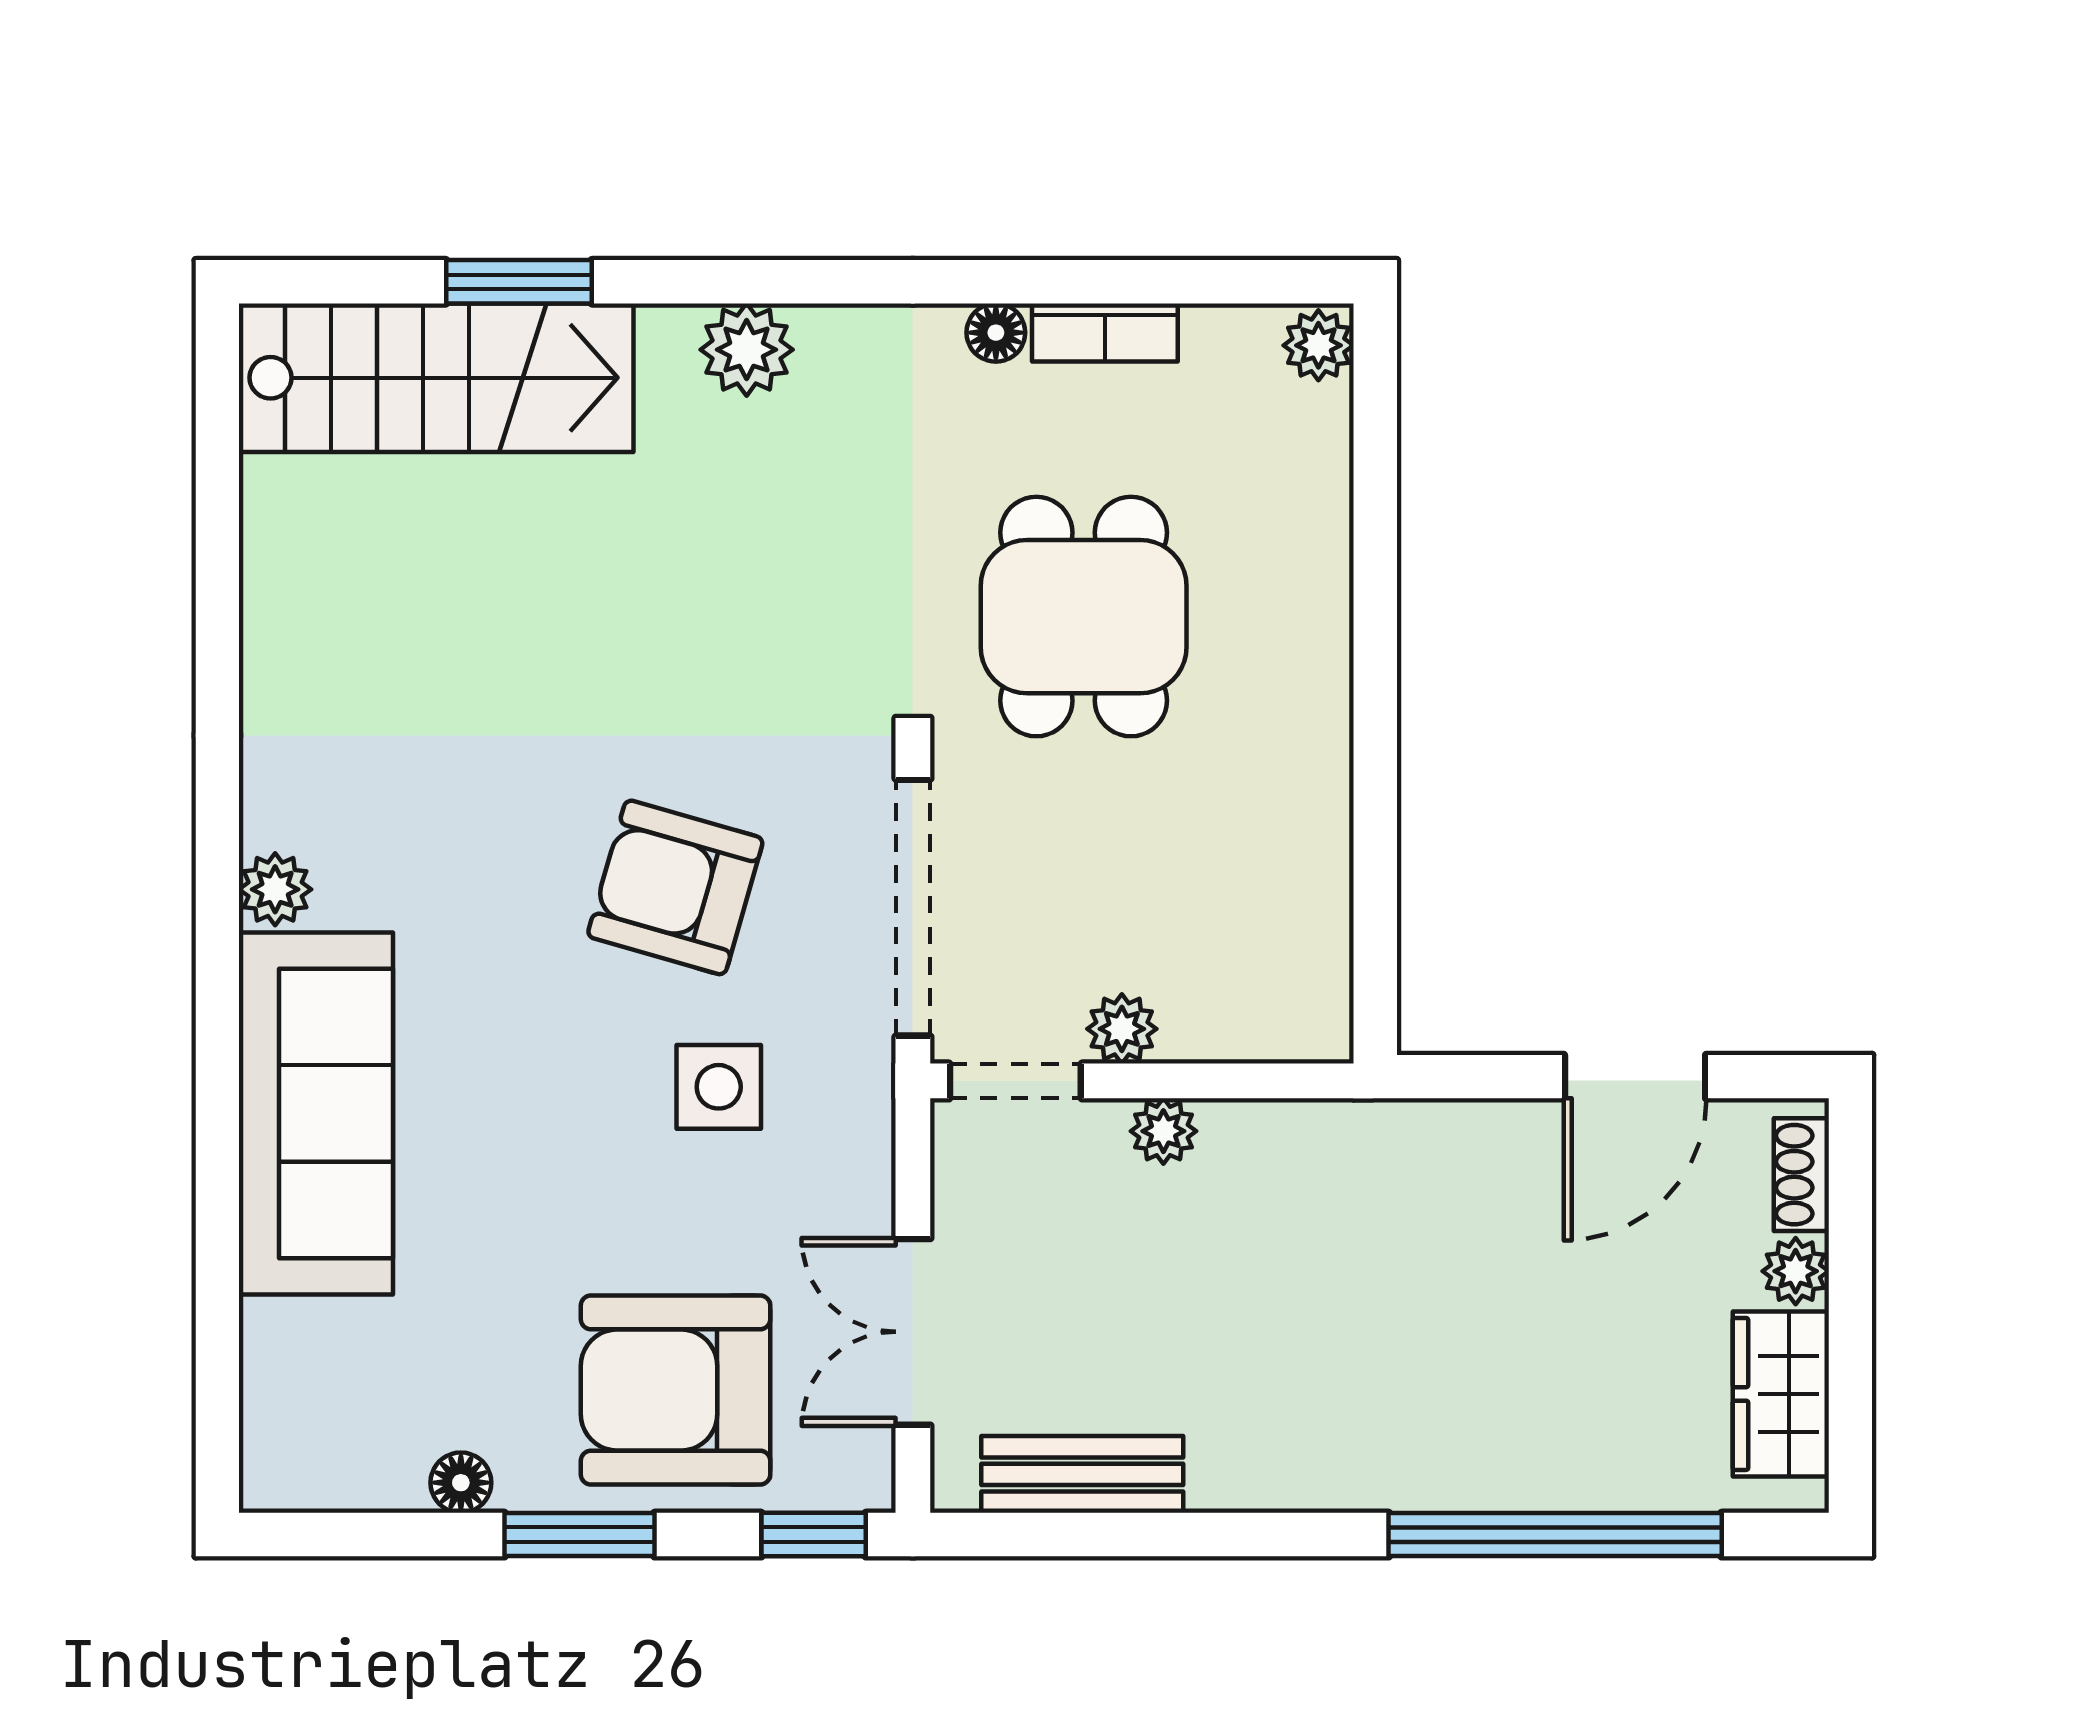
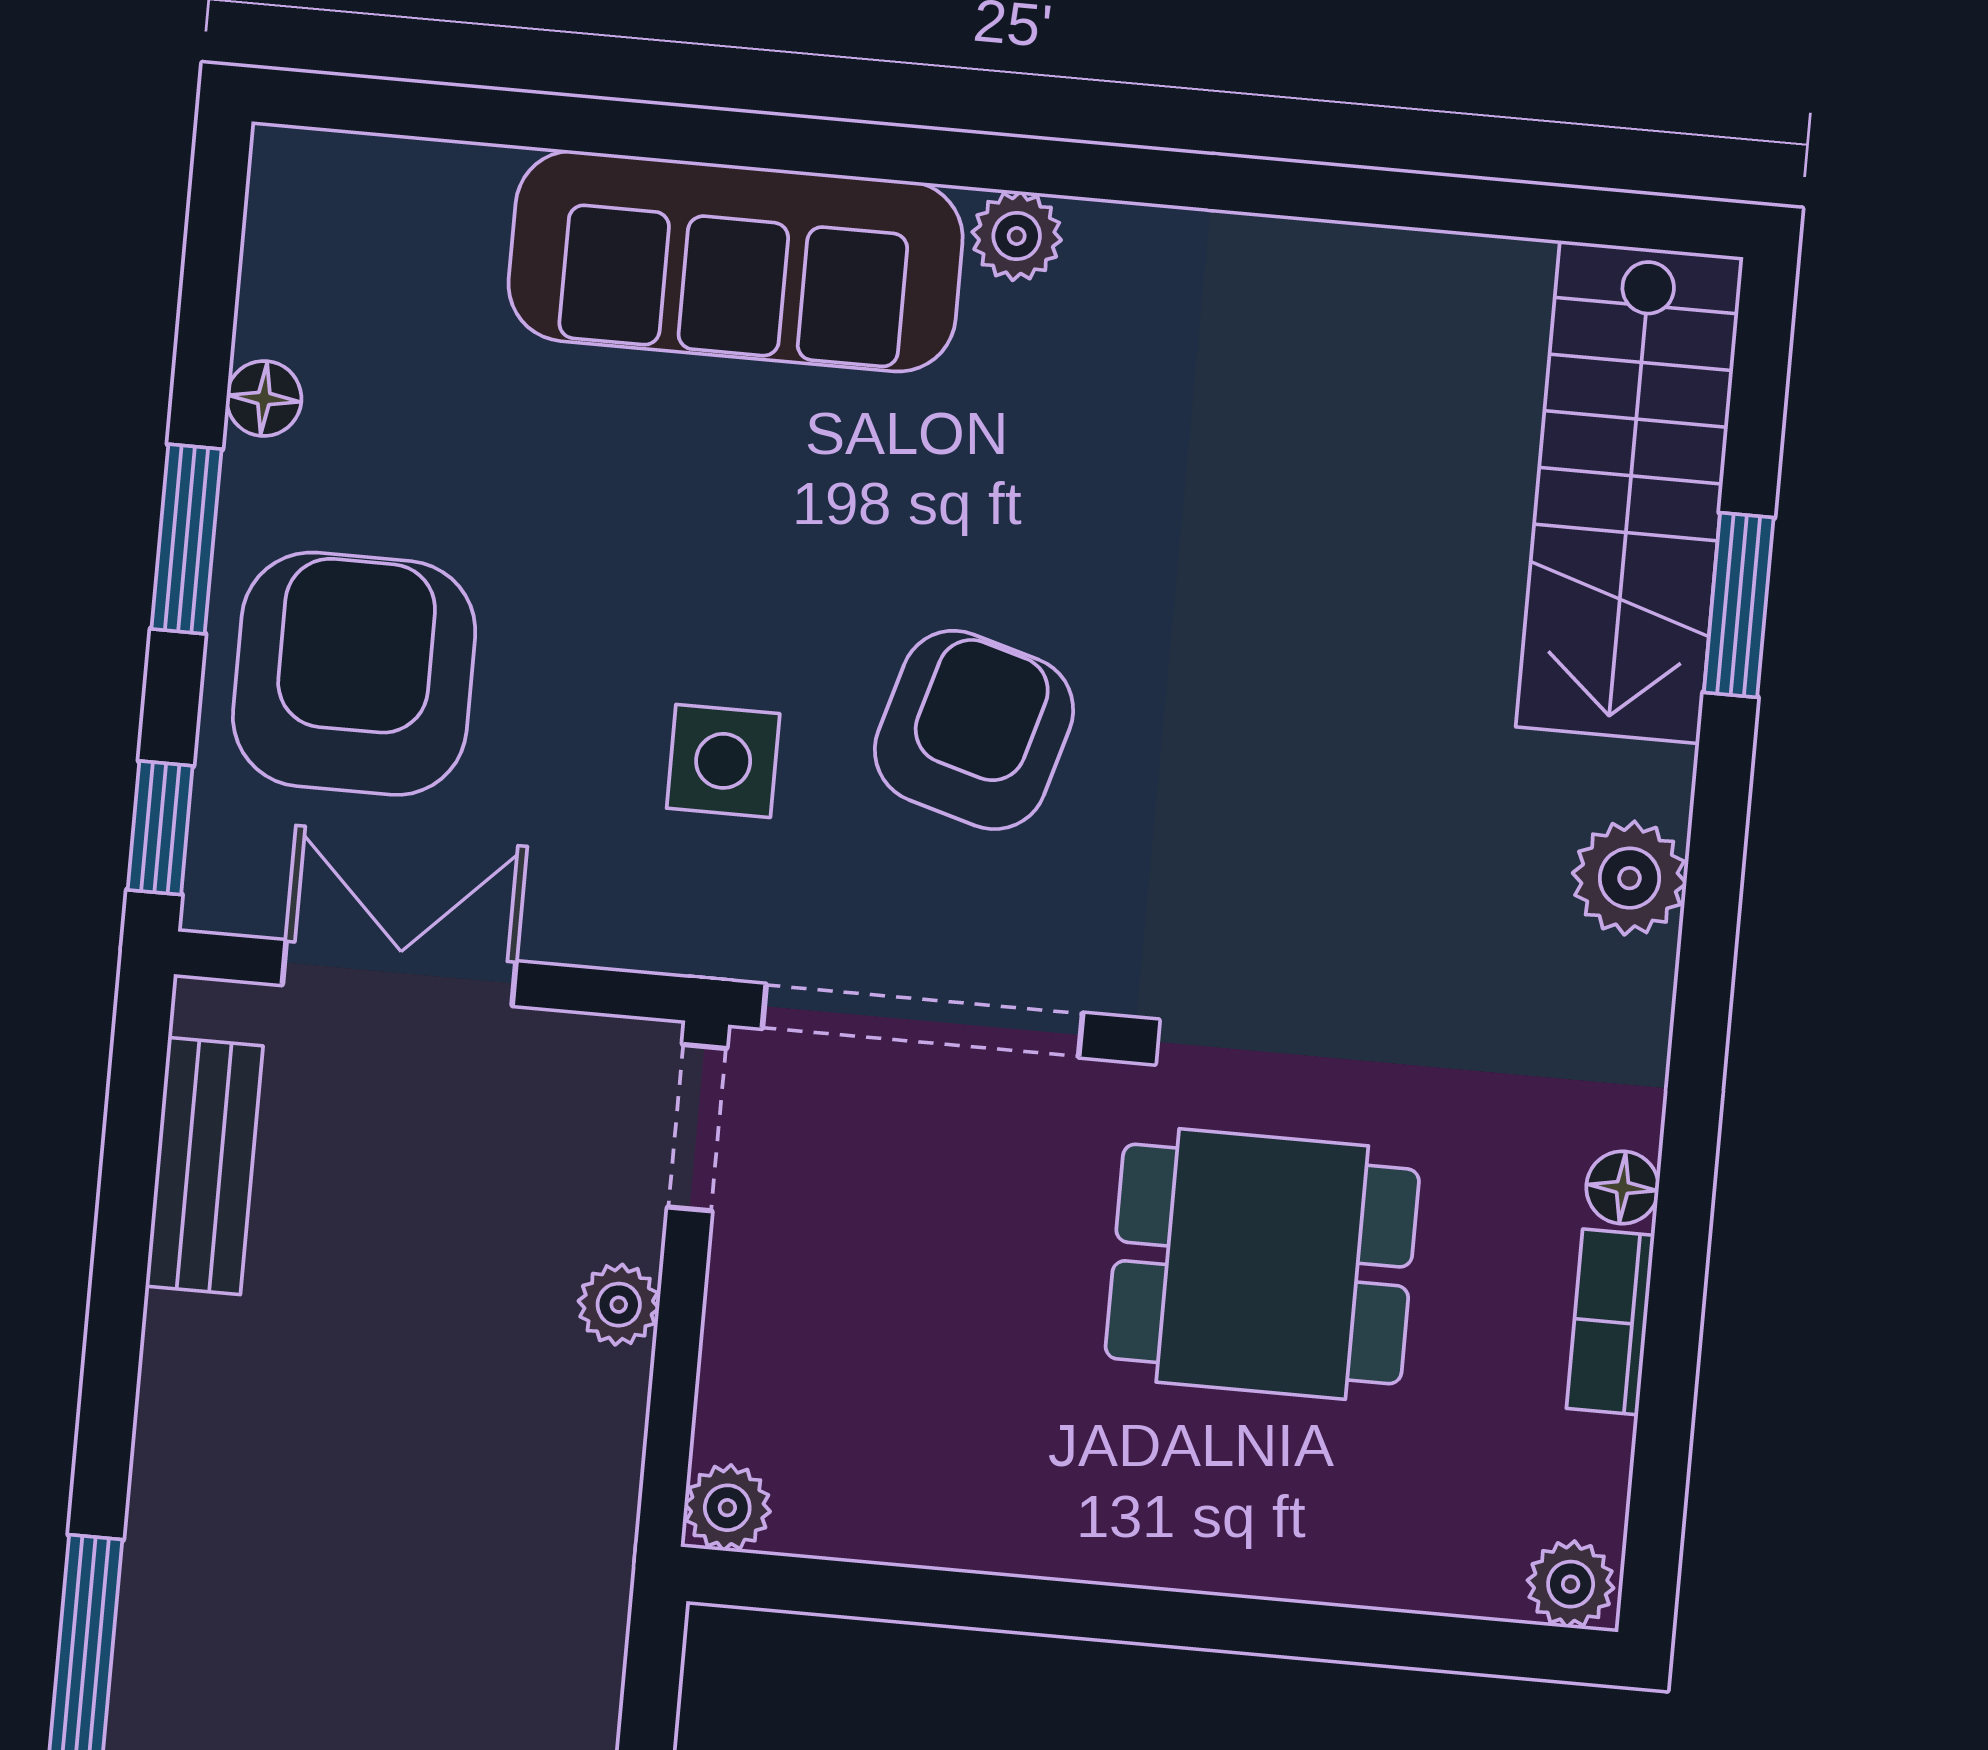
plant: (1122, 1029) -> (727, 1508), moved

